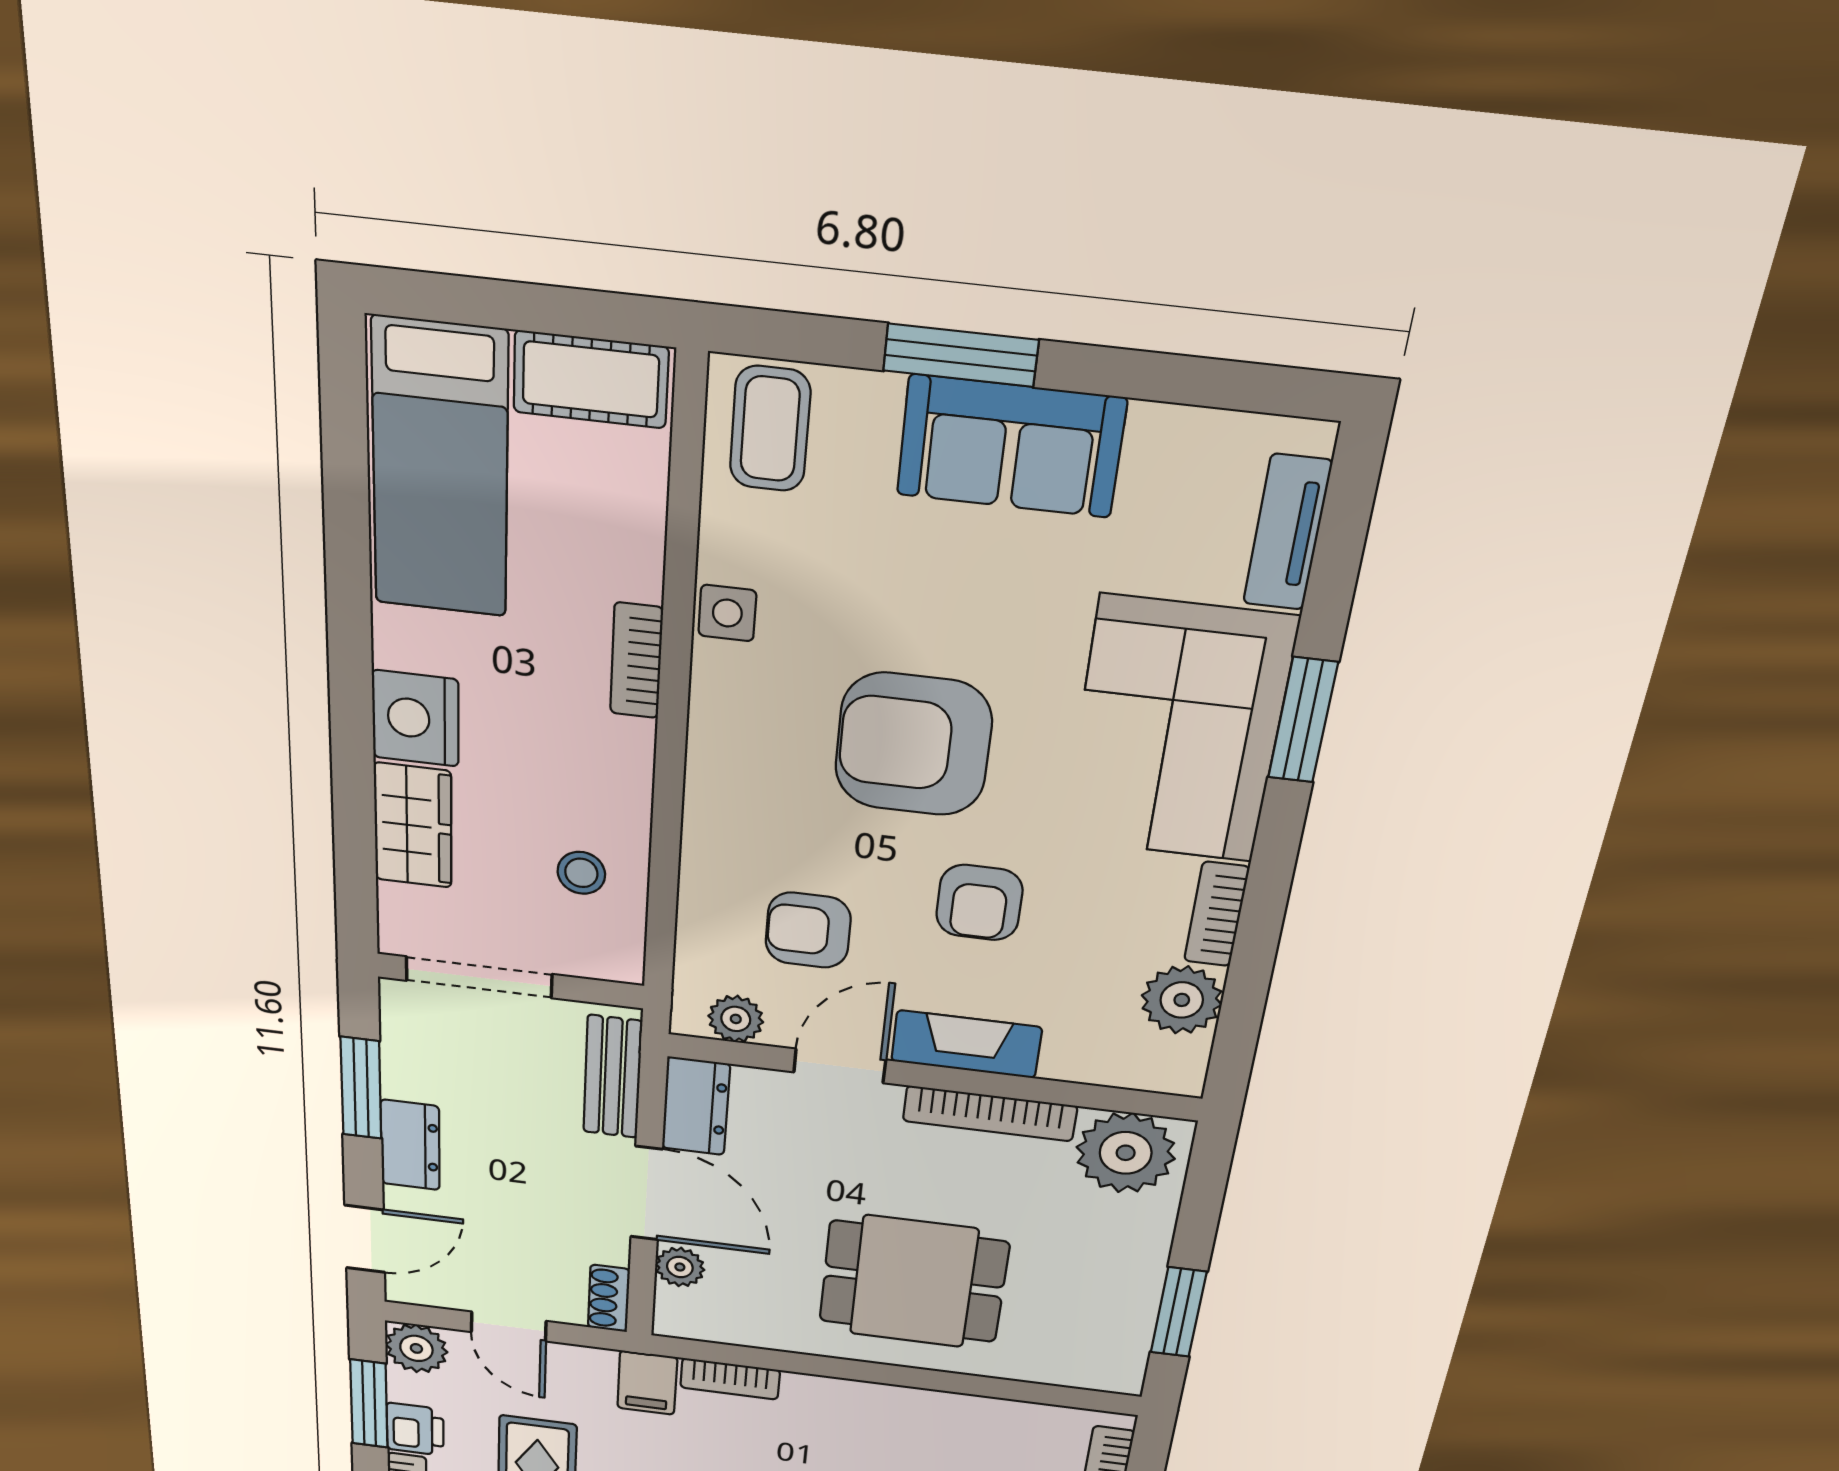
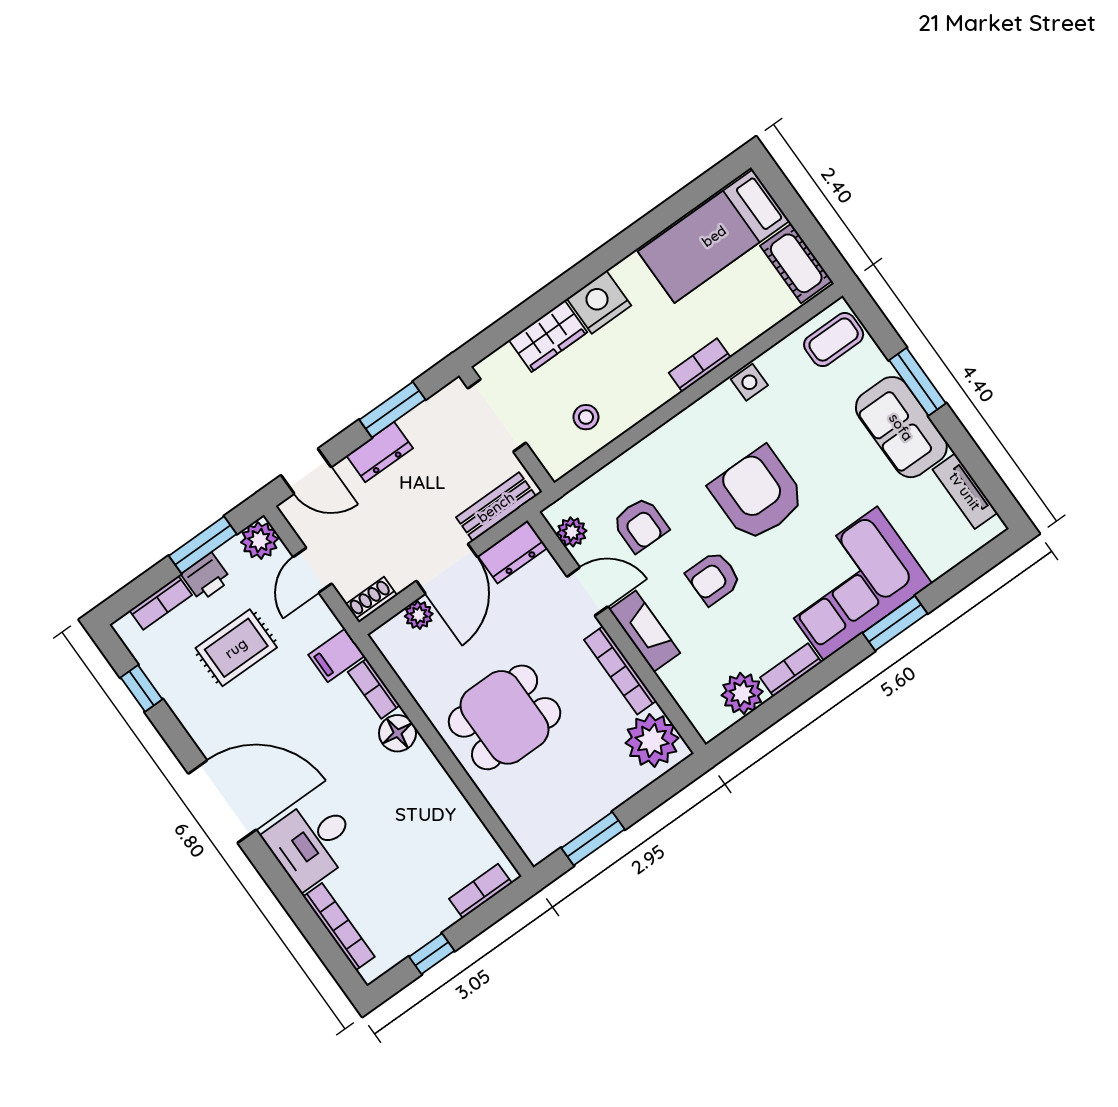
tv unit: (1287, 533) -> (965, 491), moved, turned -90
armchair: (808, 930) -> (640, 525), turned 180
dining table: (914, 1282) -> (505, 717), turned 90
floor lamp: (814, 1398) -> (397, 733), added

